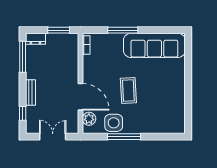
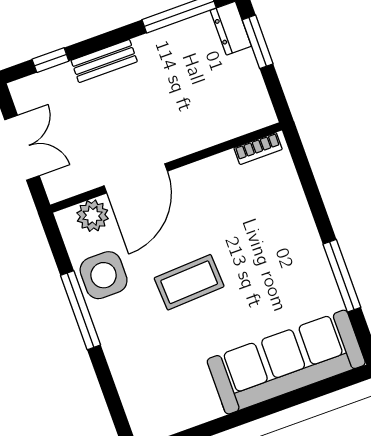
window: (59, 30) -> (258, 42), moved
window: (123, 30) -> (342, 276), moved
sofa: (154, 45) -> (286, 362), moved, turned 90

